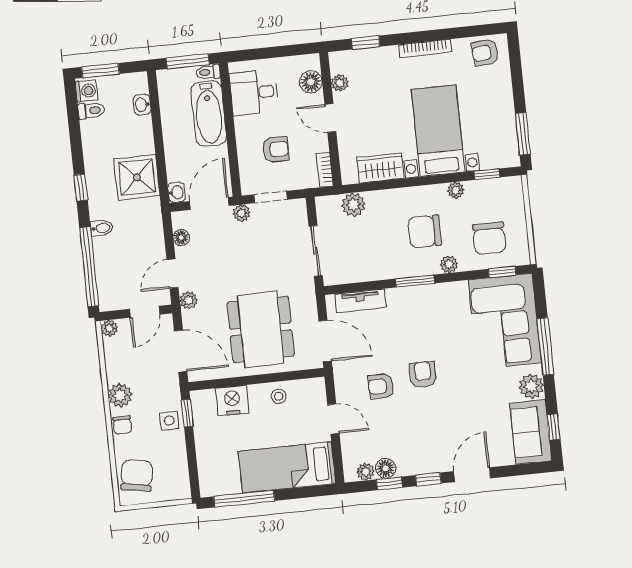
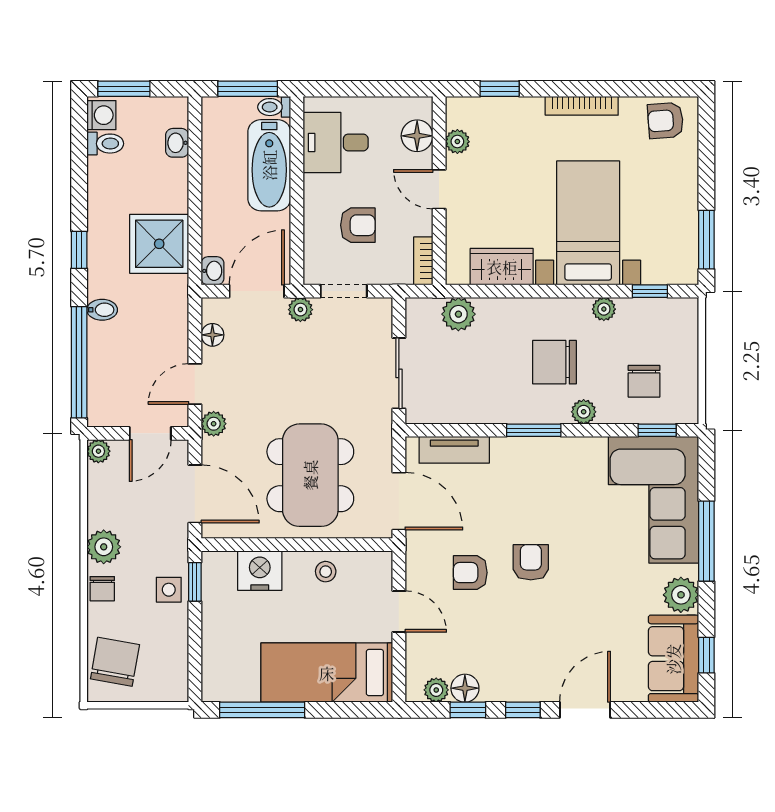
chair: (489, 238) -> (644, 381), width x0.73, depth x0.73

